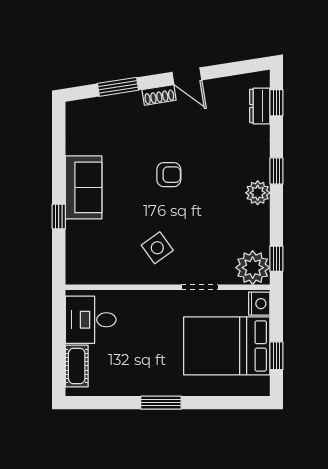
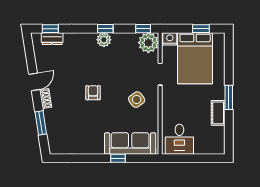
window: (276, 171) -> (105, 29), moved
sofa: (84, 187) -> (130, 143), moved, width x1.36
cot: (77, 366) -> (218, 113), moved, turned 90

